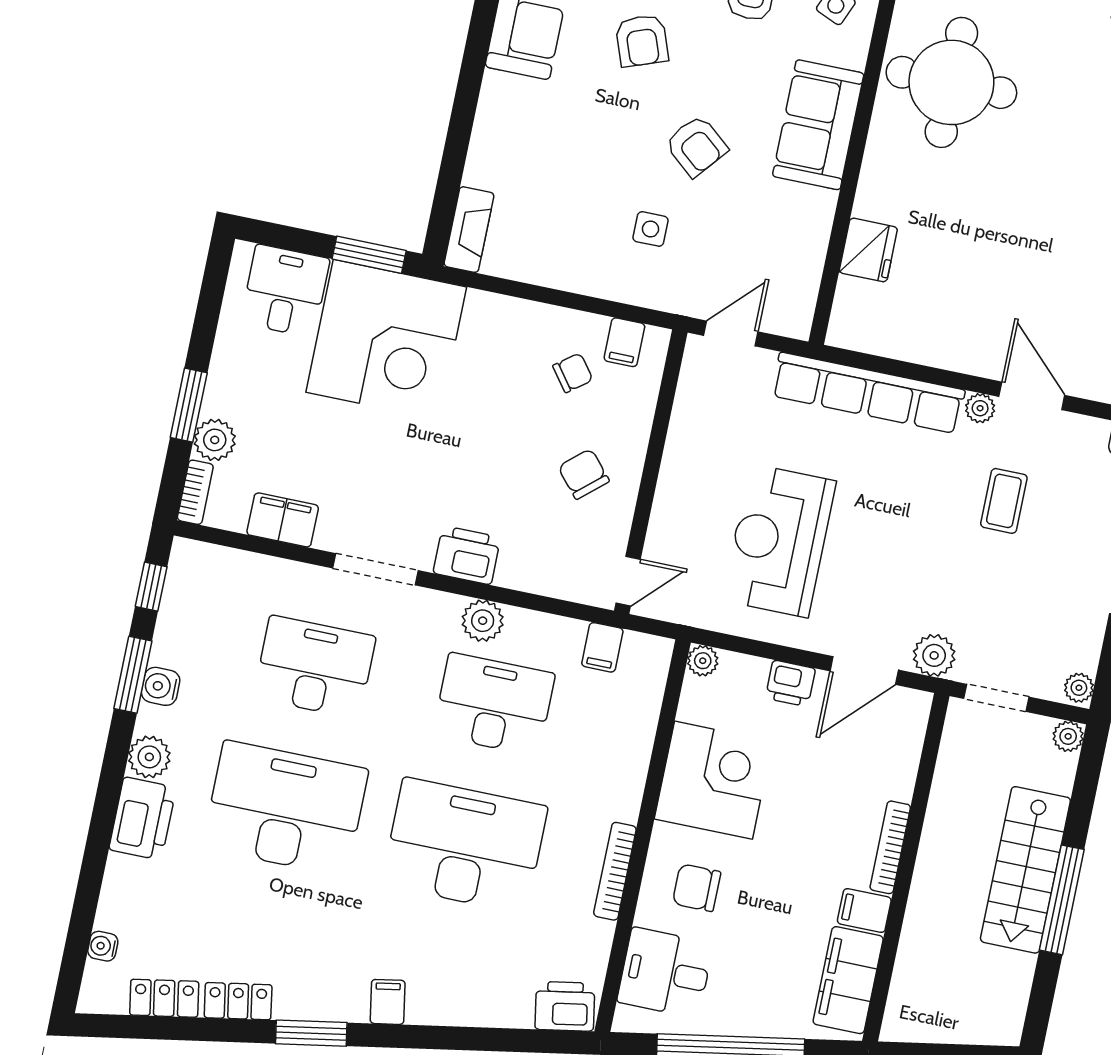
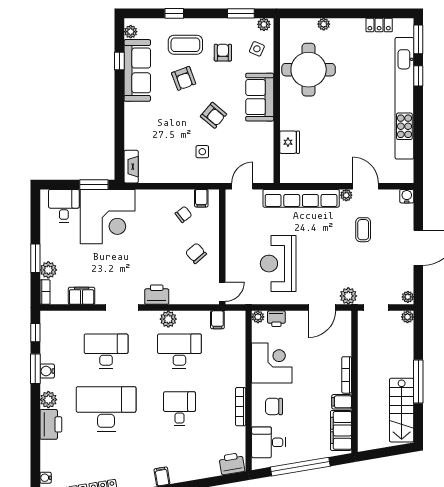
printer: (790, 683) -> (276, 319), moved
desk: (465, 846) -> (179, 409), width x0.53, depth x0.77
stairs: (1025, 870) -> (402, 410), moved

